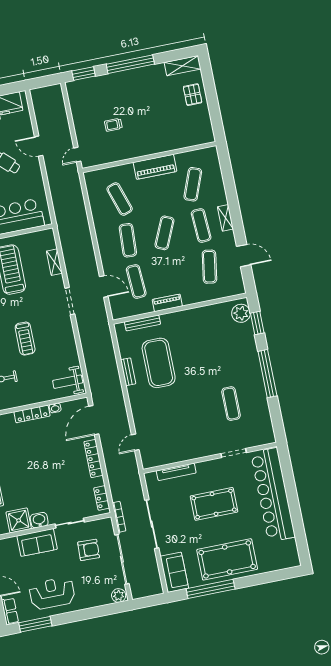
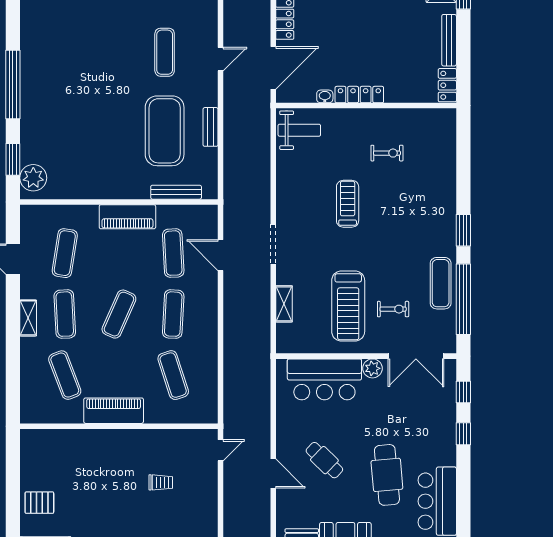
pallet: (193, 95) -> (39, 503), turned 90
exercise mat: (193, 184) -> (65, 375), turned -42
piano: (167, 303) -> (127, 217), width x1.37, depth x1.33
exercise mat: (231, 404) -> (165, 52), moved
door: (135, 442) -> (221, 59), moved

